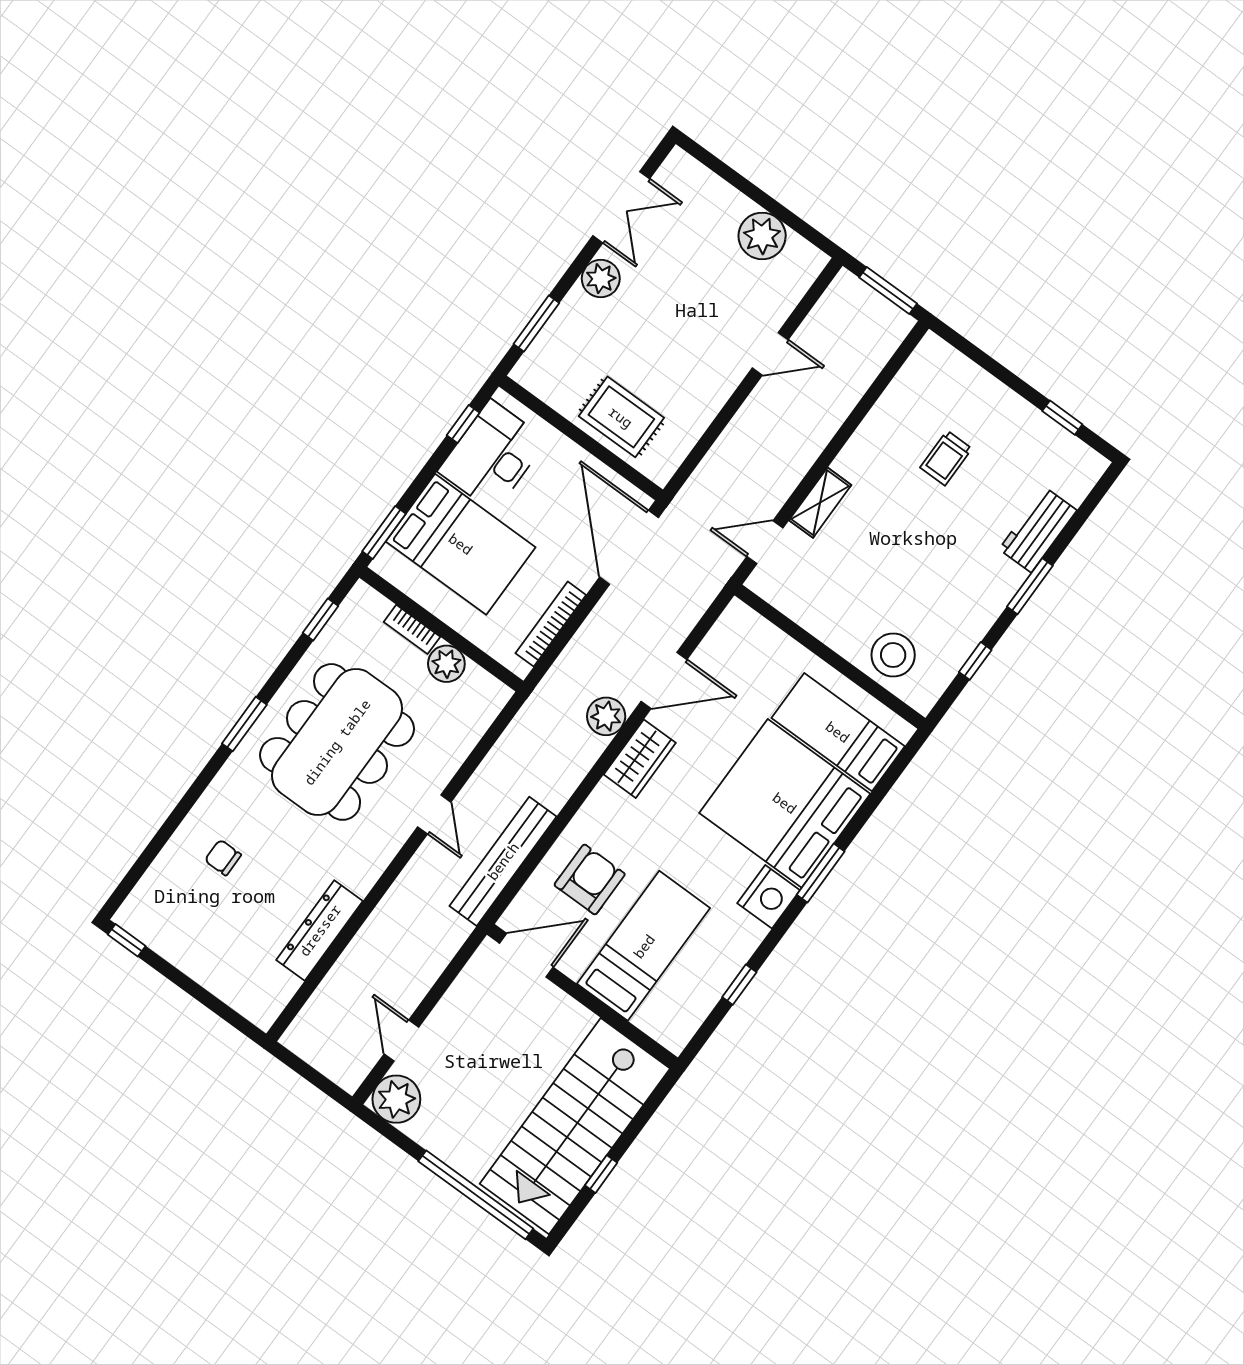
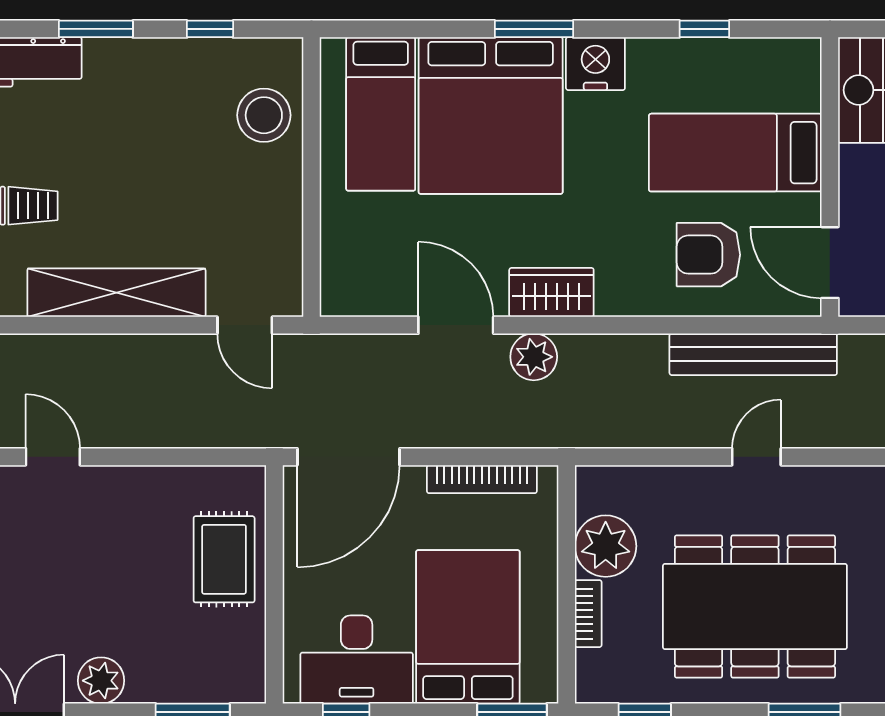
shelving: (820, 503) -> (116, 293), width x2.20, depth x1.33
plant: (446, 664) -> (606, 546), width x1.36, depth x1.36

